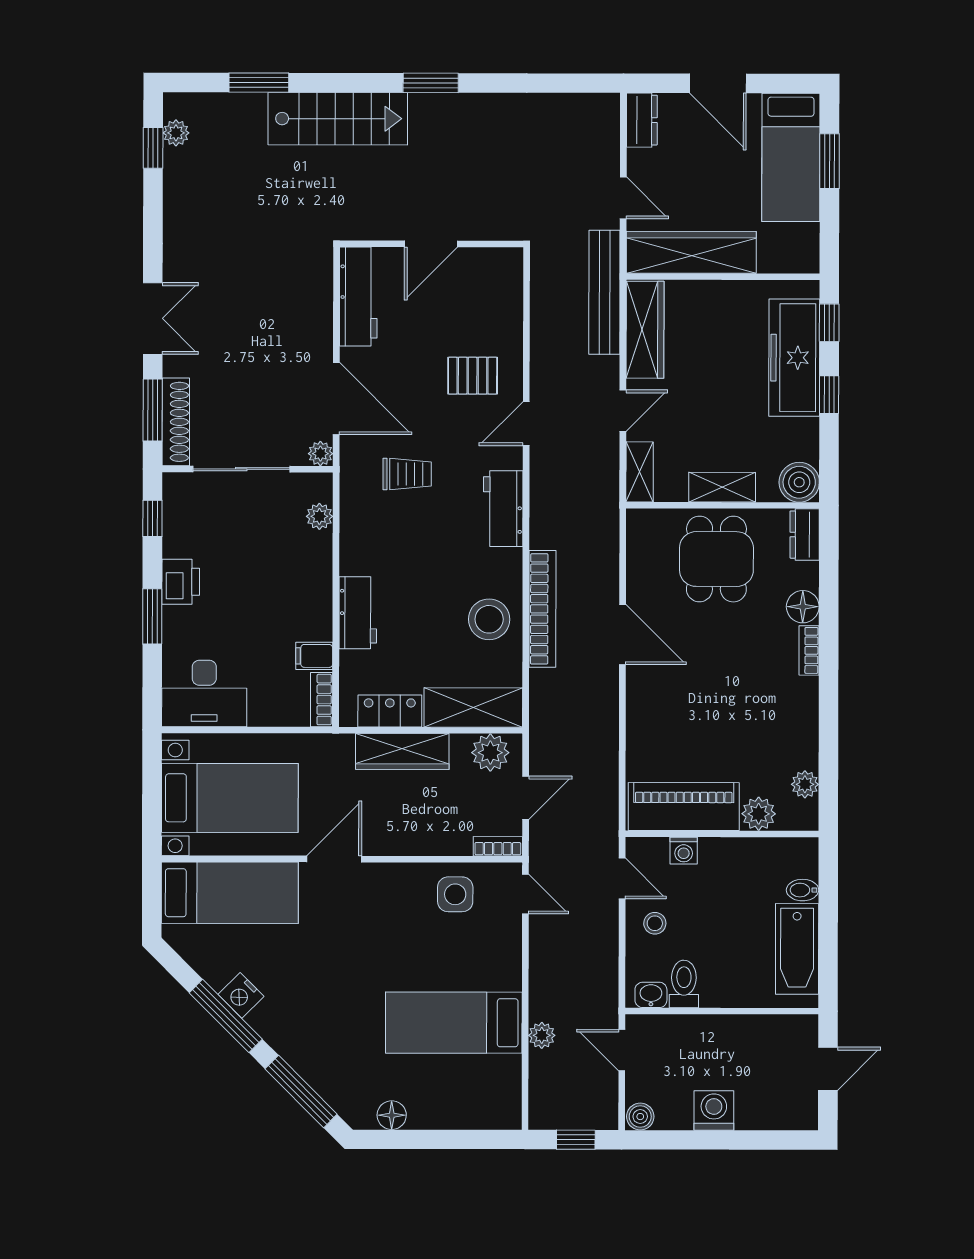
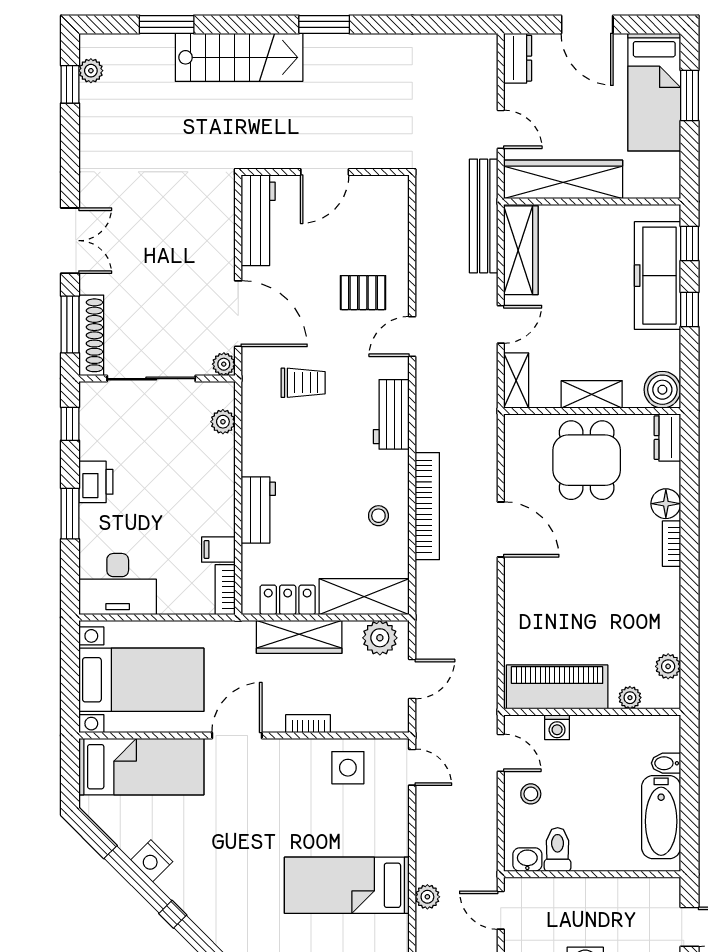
stool: (489, 619) -> (378, 516), width x0.53, depth x0.53
plant: (759, 814) -> (630, 698), width x0.73, depth x0.73
bookcase: (498, 846) -> (308, 724), moved

